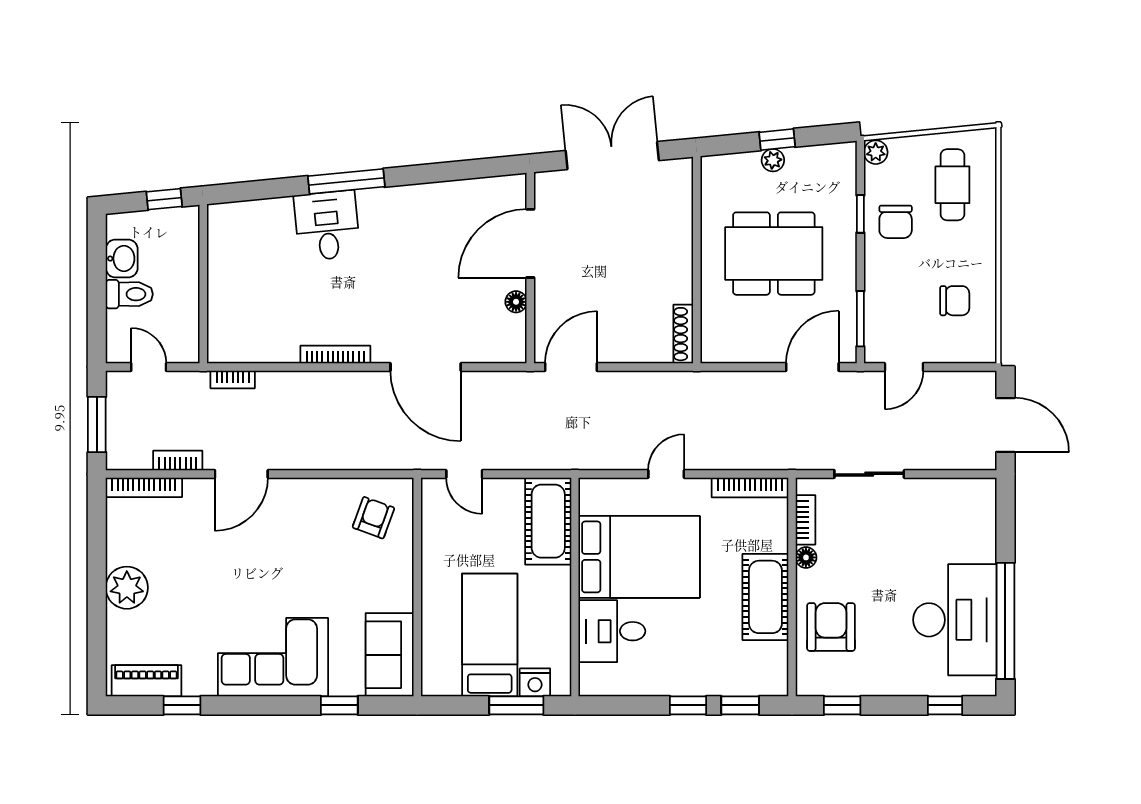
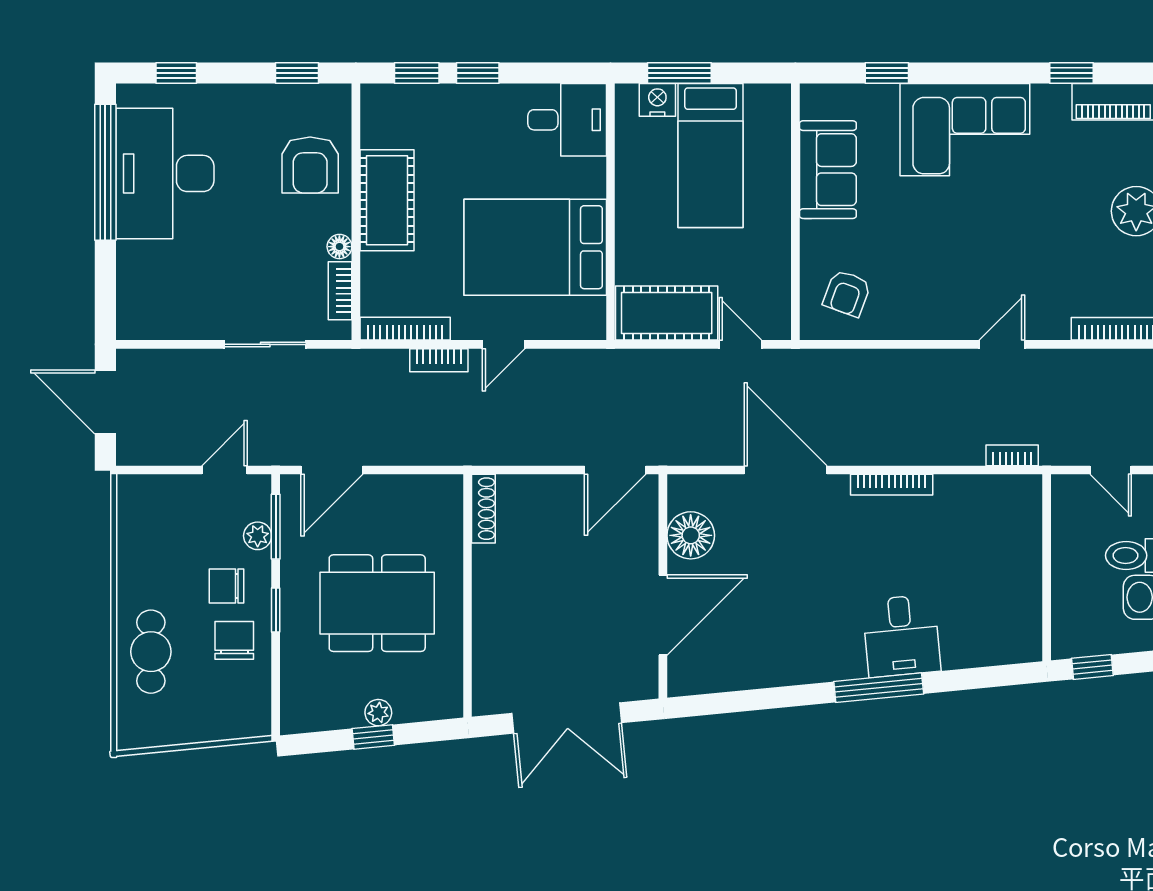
plant: (876, 152) -> (258, 536), moved
cafe table: (952, 185) -> (151, 652), moved
window: (860, 214) -> (276, 610), moved
chair: (955, 301) -> (227, 586), moved
floor lamp: (516, 302) -> (691, 535), width x1.89, depth x1.89
bookcase: (178, 461) -> (439, 360), moved
door: (241, 474) -> (1002, 344), width x0.73
cot: (548, 521) -> (667, 313), moved, turned 90
desk: (612, 631) -> (567, 120), moved
sofa: (390, 655) -> (828, 170), moved

